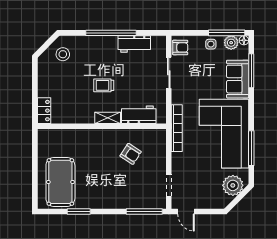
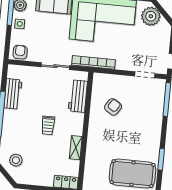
sliding door: (169, 73) -> (55, 66), moved
shelving: (108, 118) -> (76, 148), moved

